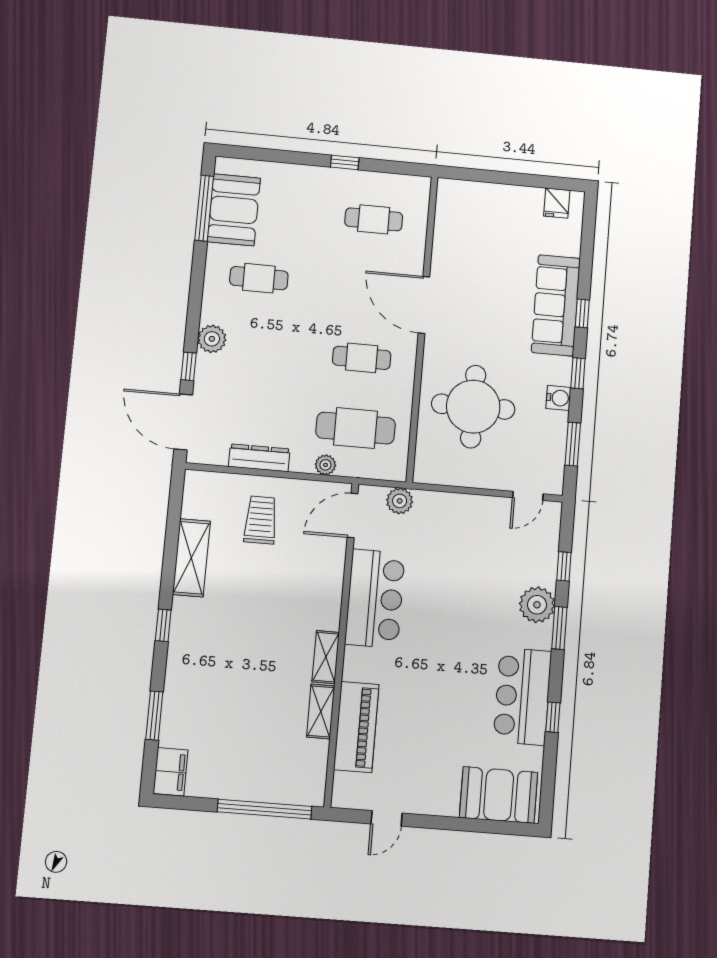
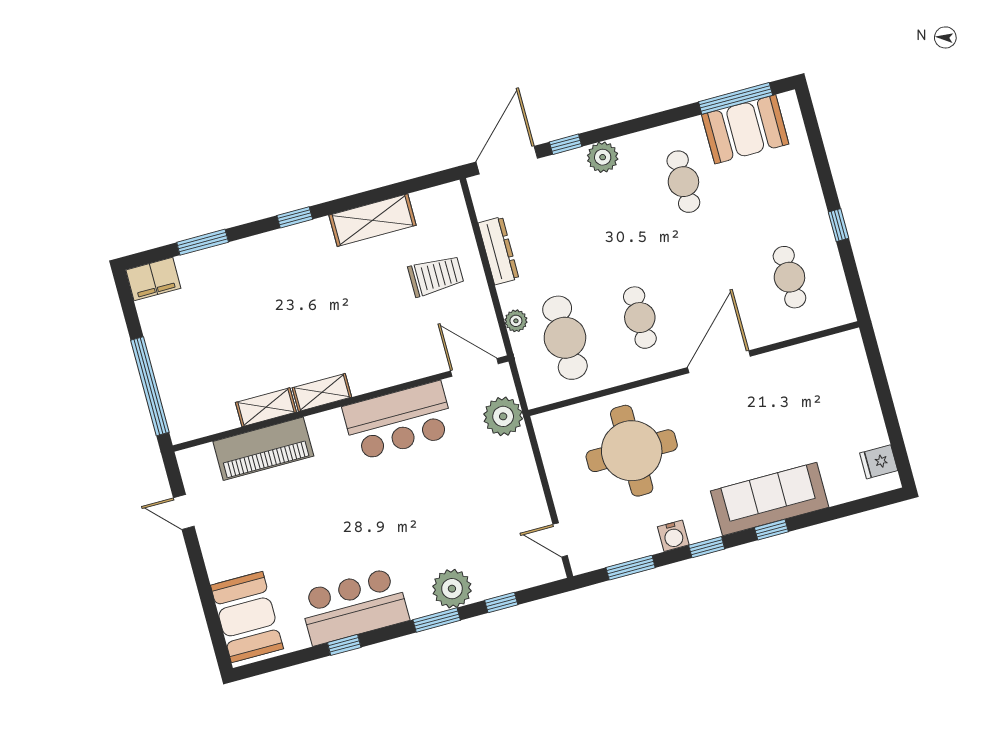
plant: (400, 501) -> (503, 416), width x1.36, depth x1.36

